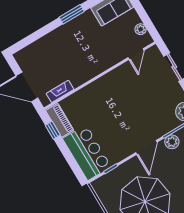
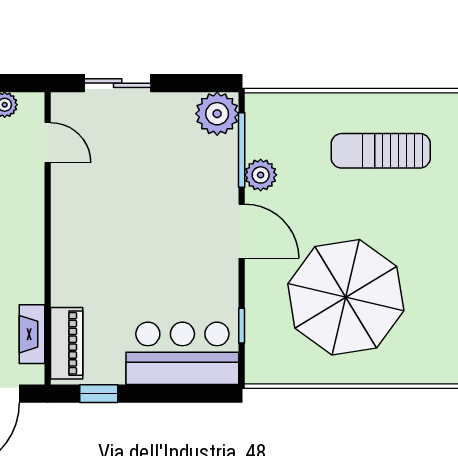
piano: (60, 120) -> (67, 343), moved, turned 90

